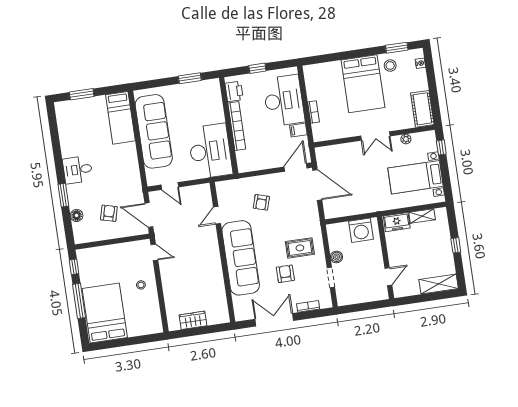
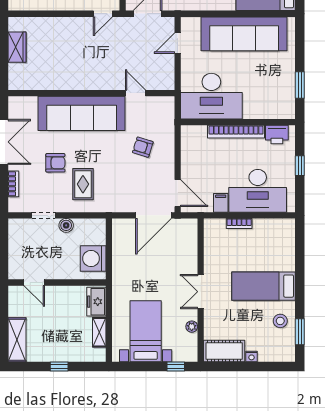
nightstand: (420, 63) -> (252, 357), moved
bed: (363, 84) -> (264, 286), width x0.67

